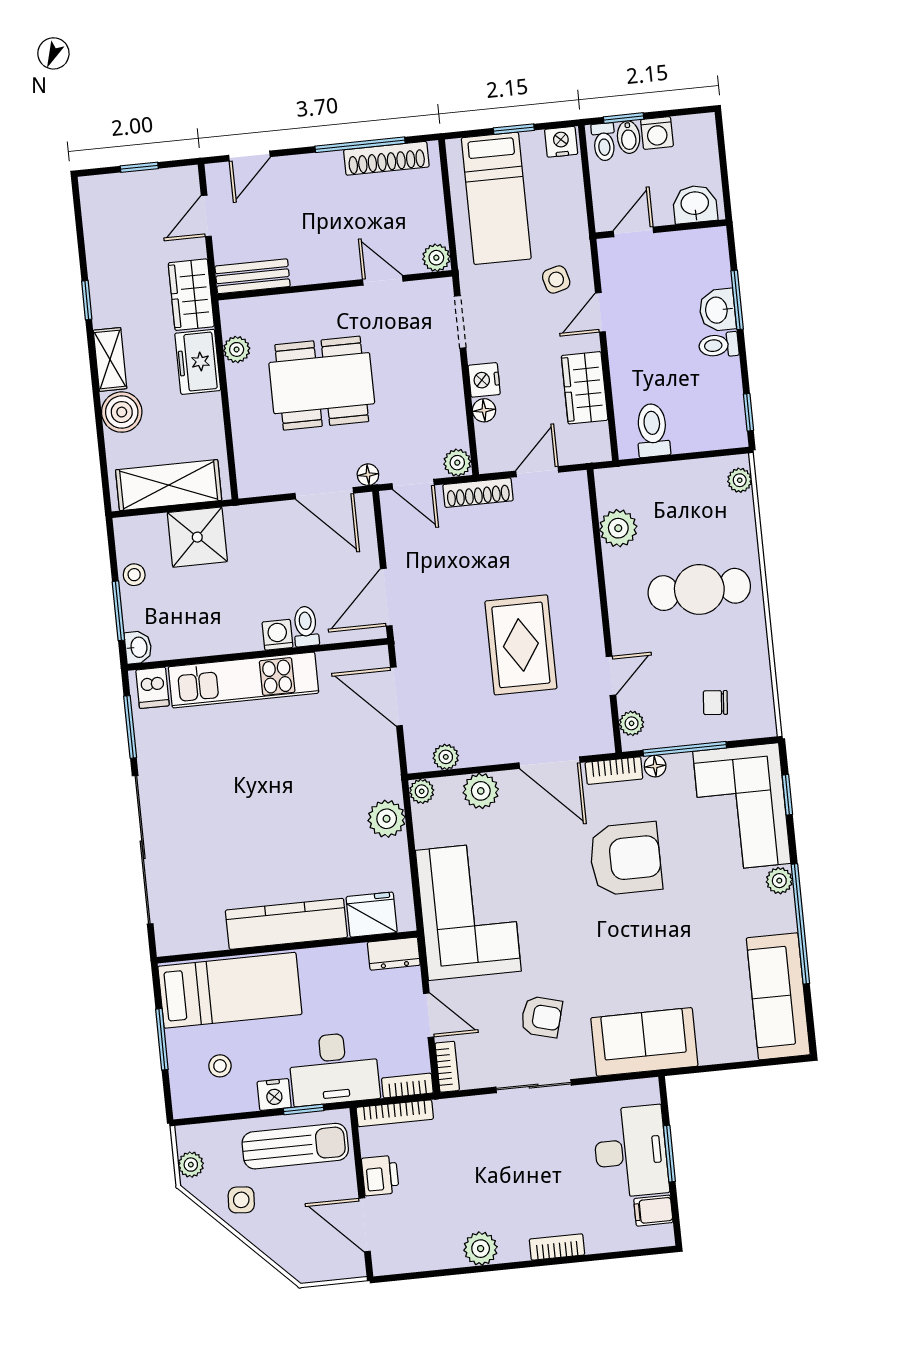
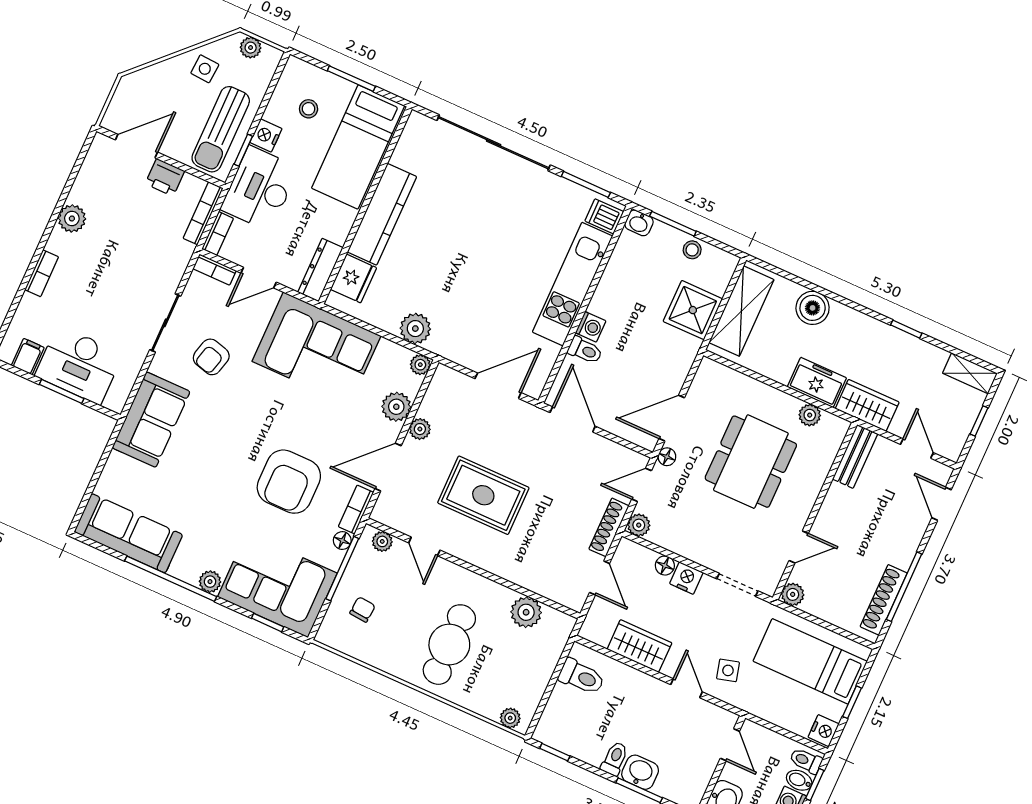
shelving: (110, 359) -> (970, 373), moved
plant: (446, 757) -> (420, 429), moved
dresser: (394, 954) -> (320, 270), width x1.44

